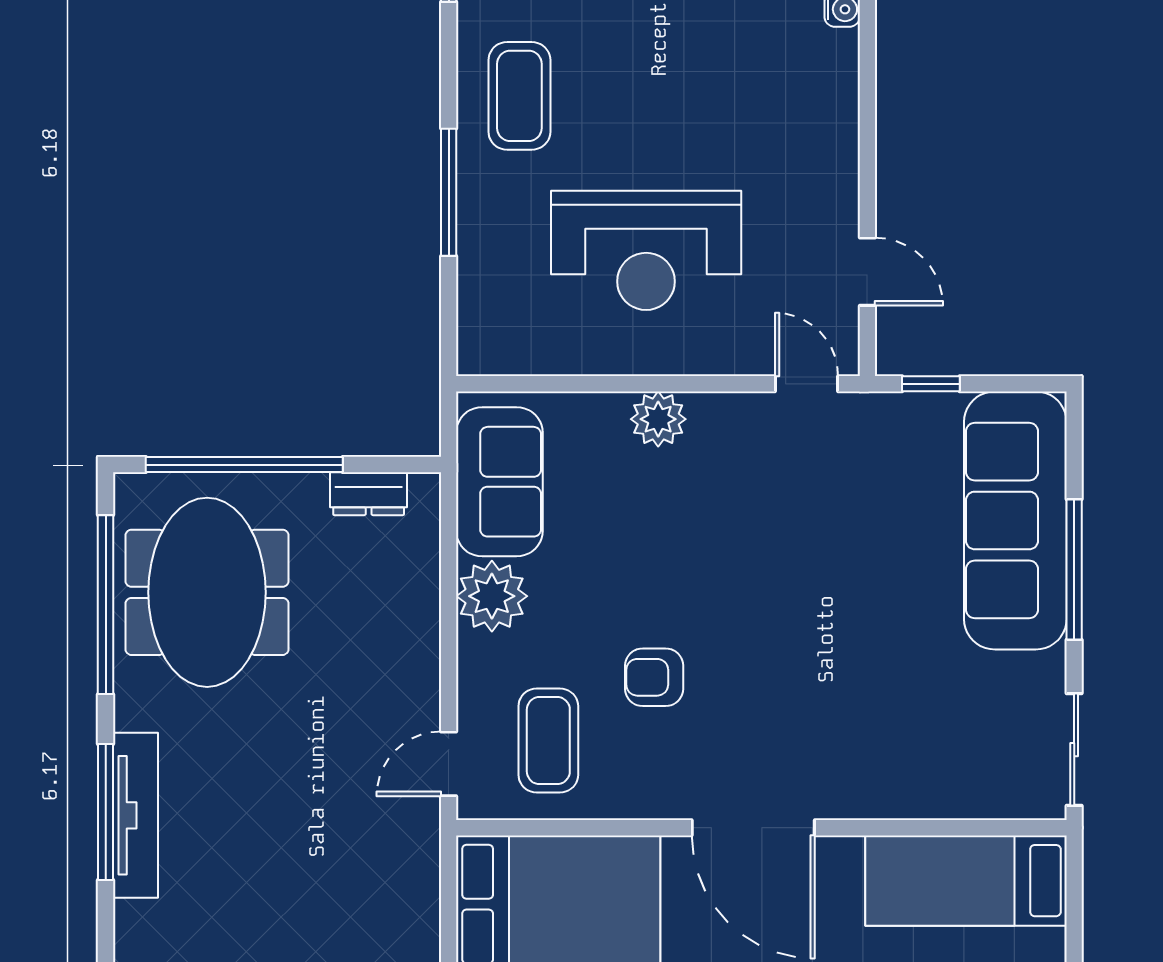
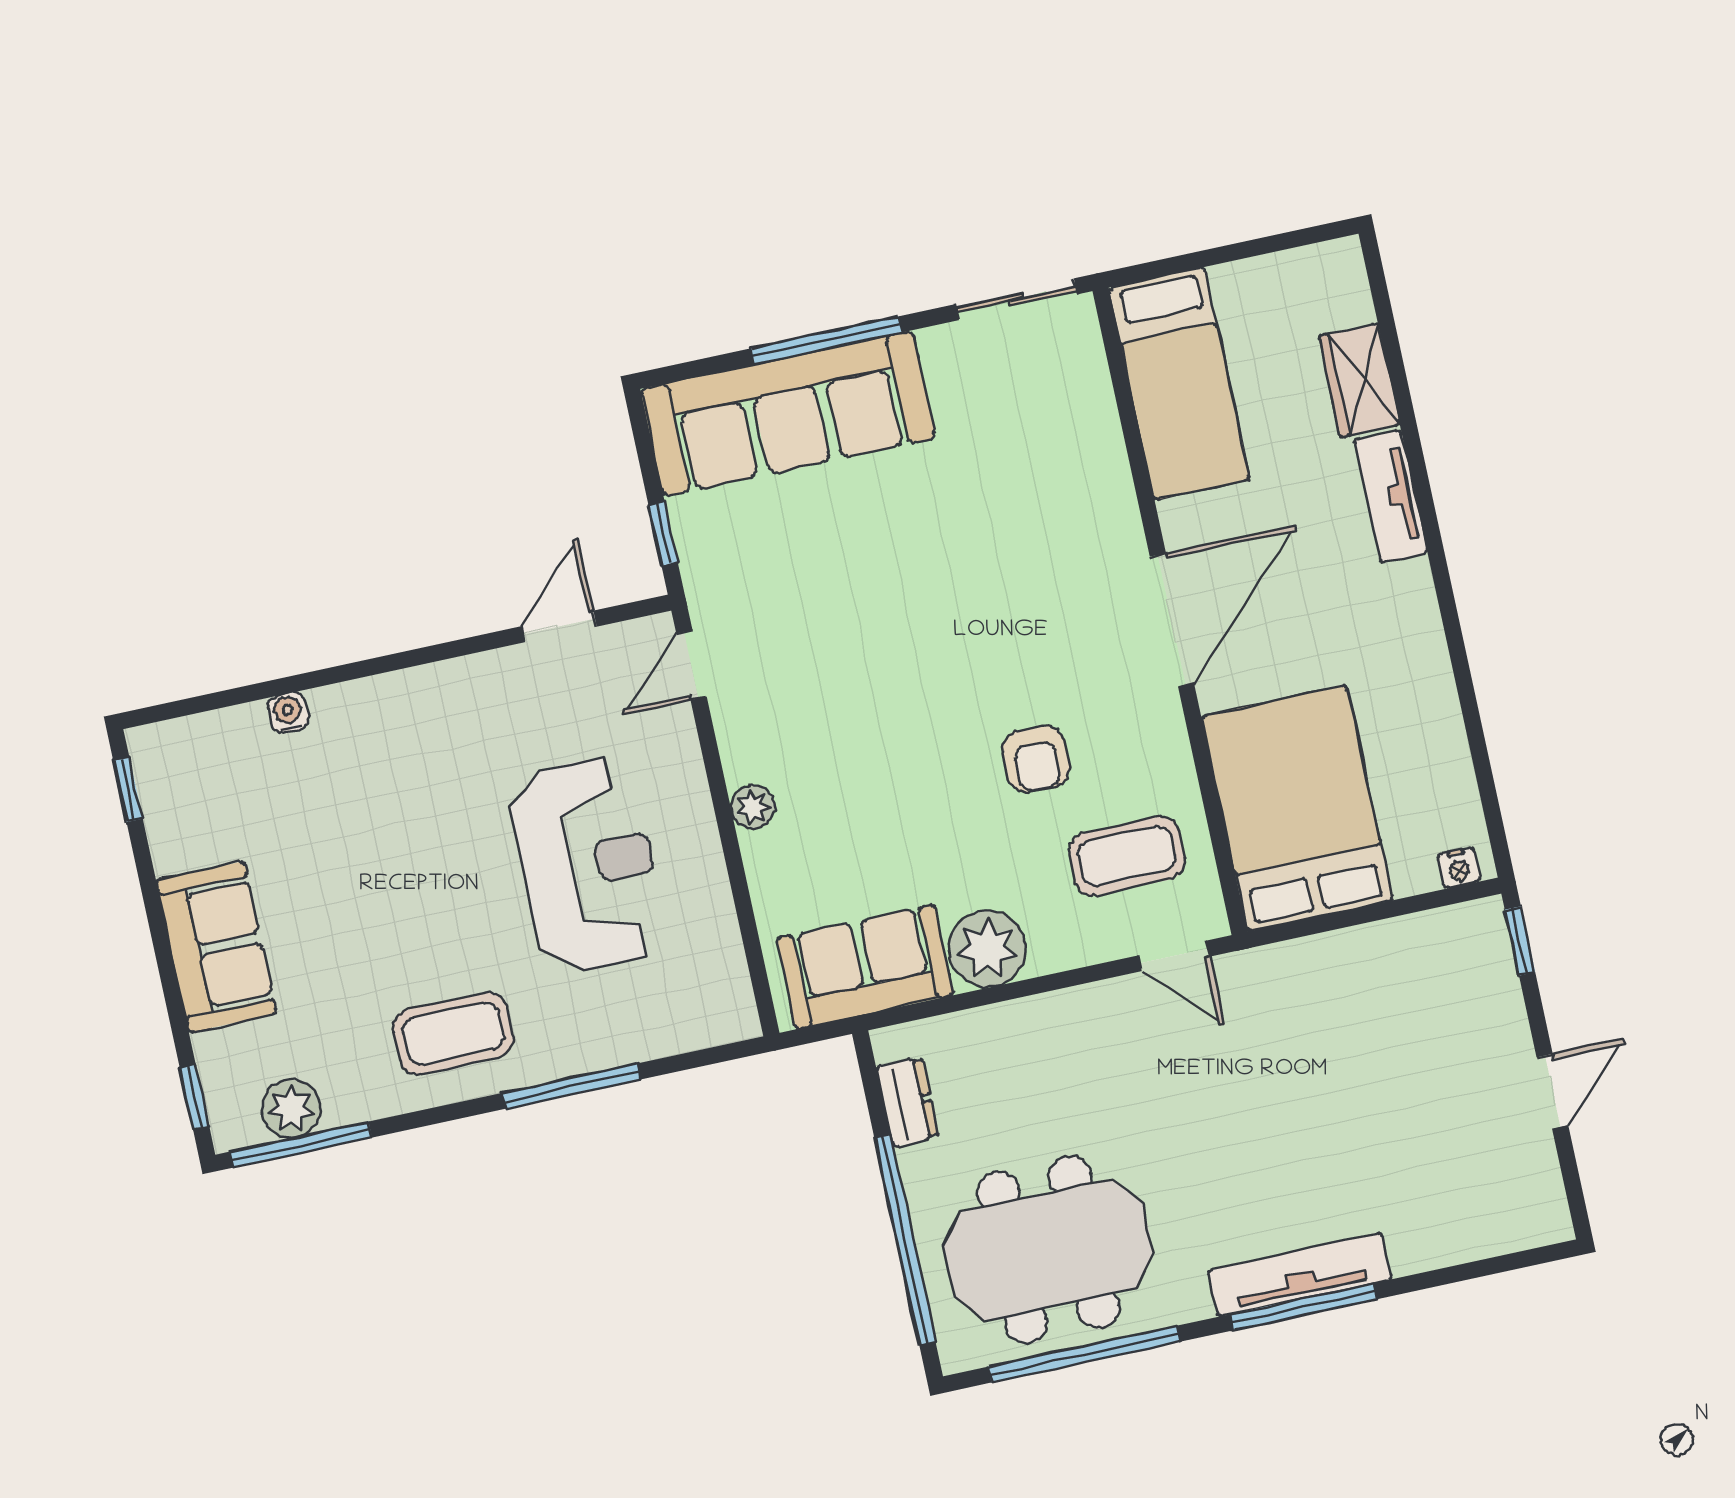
plant: (658, 419) -> (753, 807), width x0.73, depth x0.73

